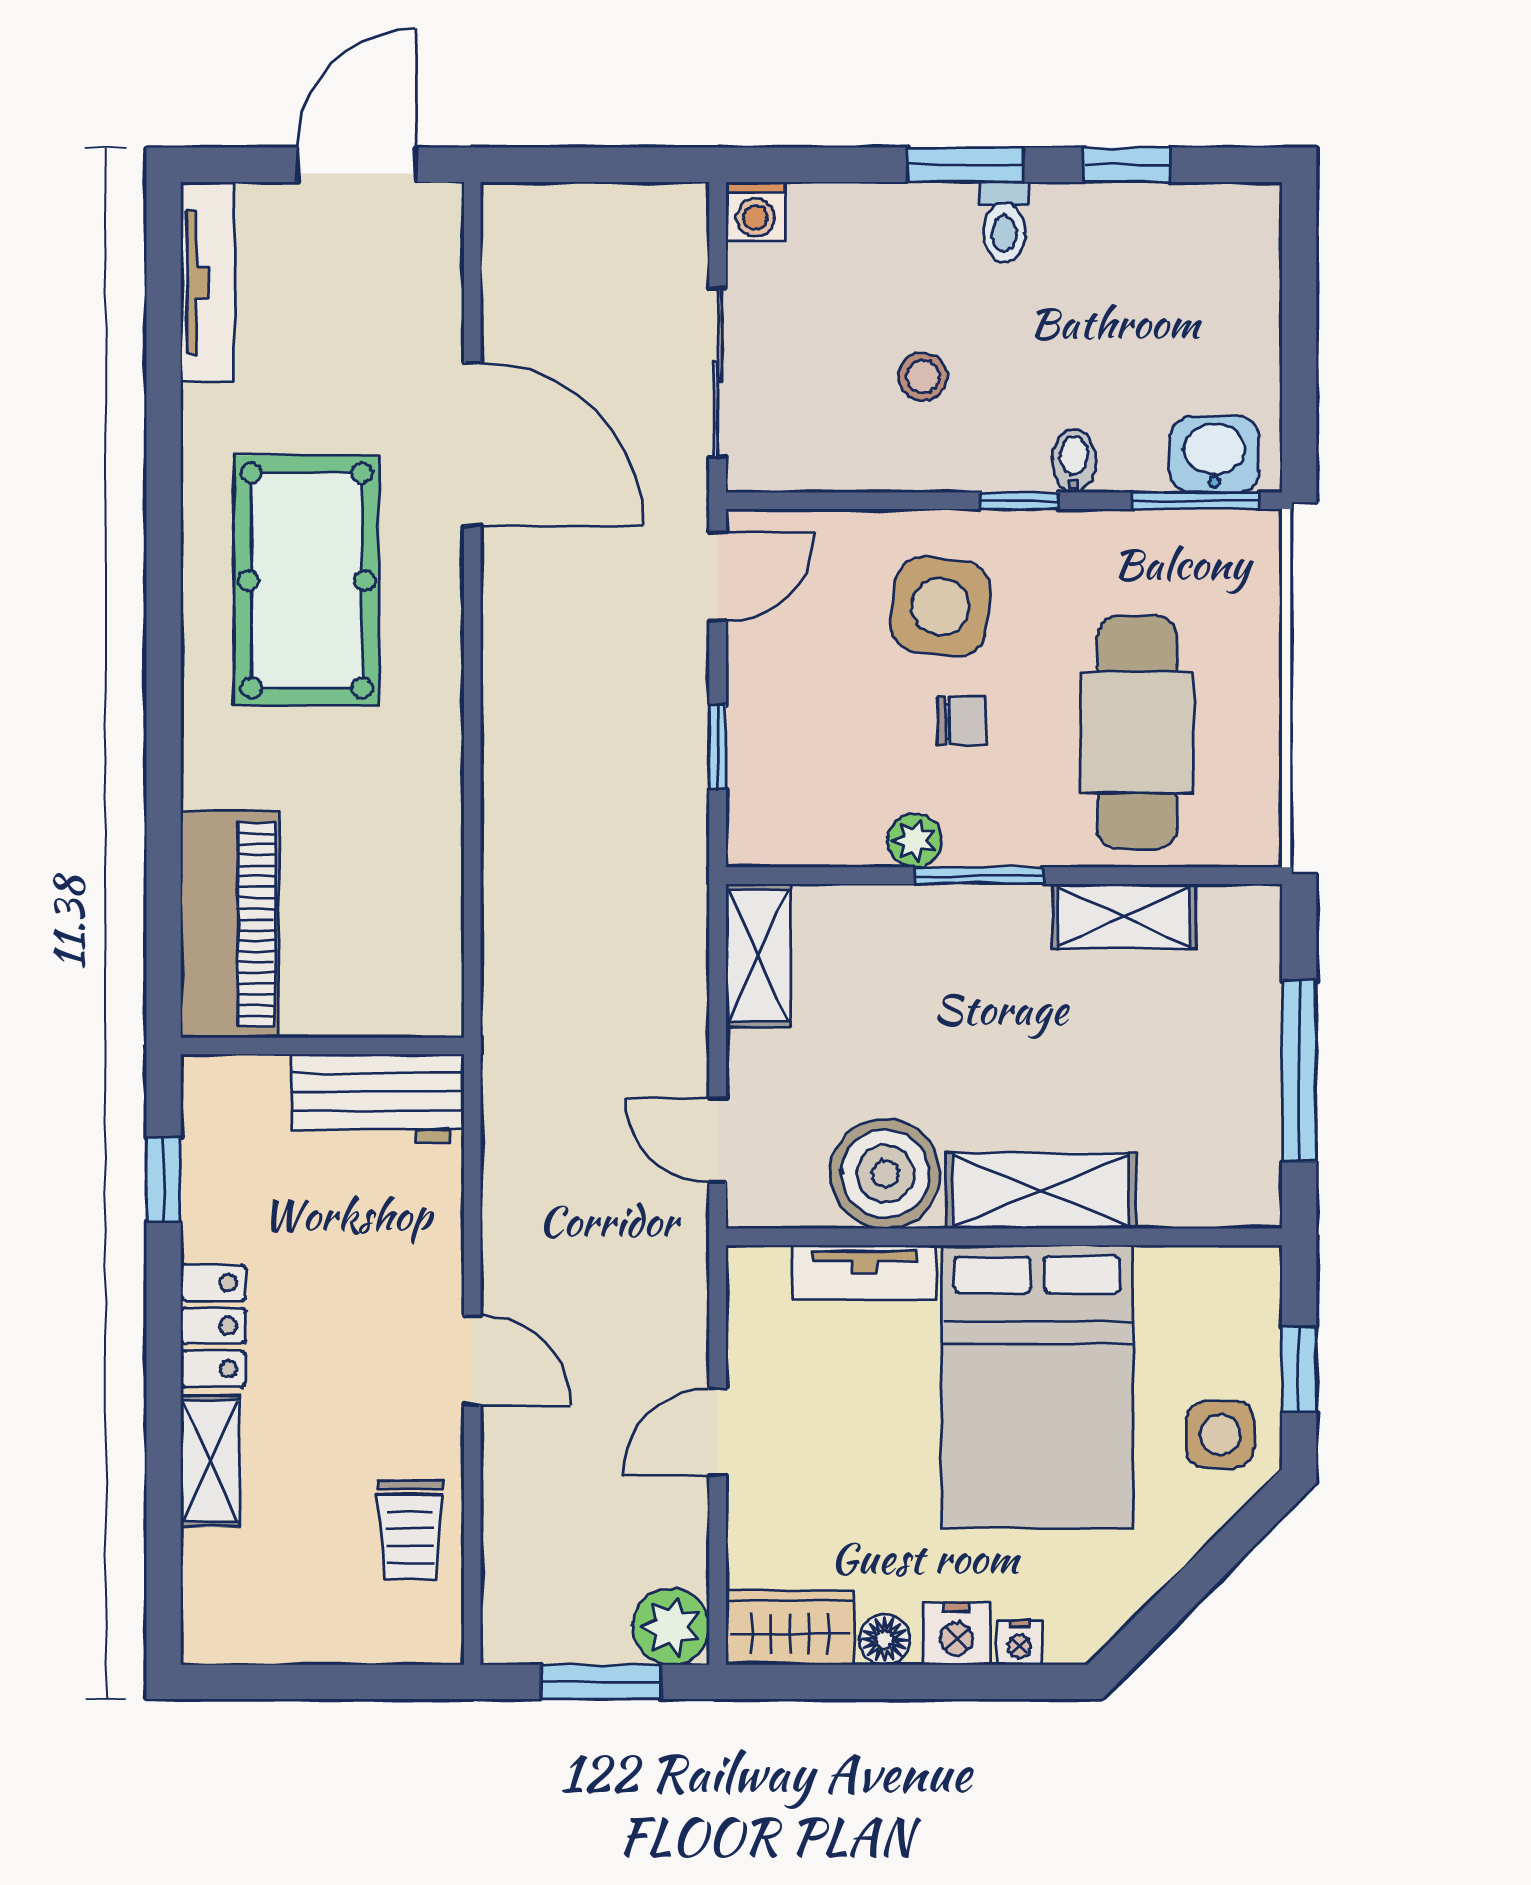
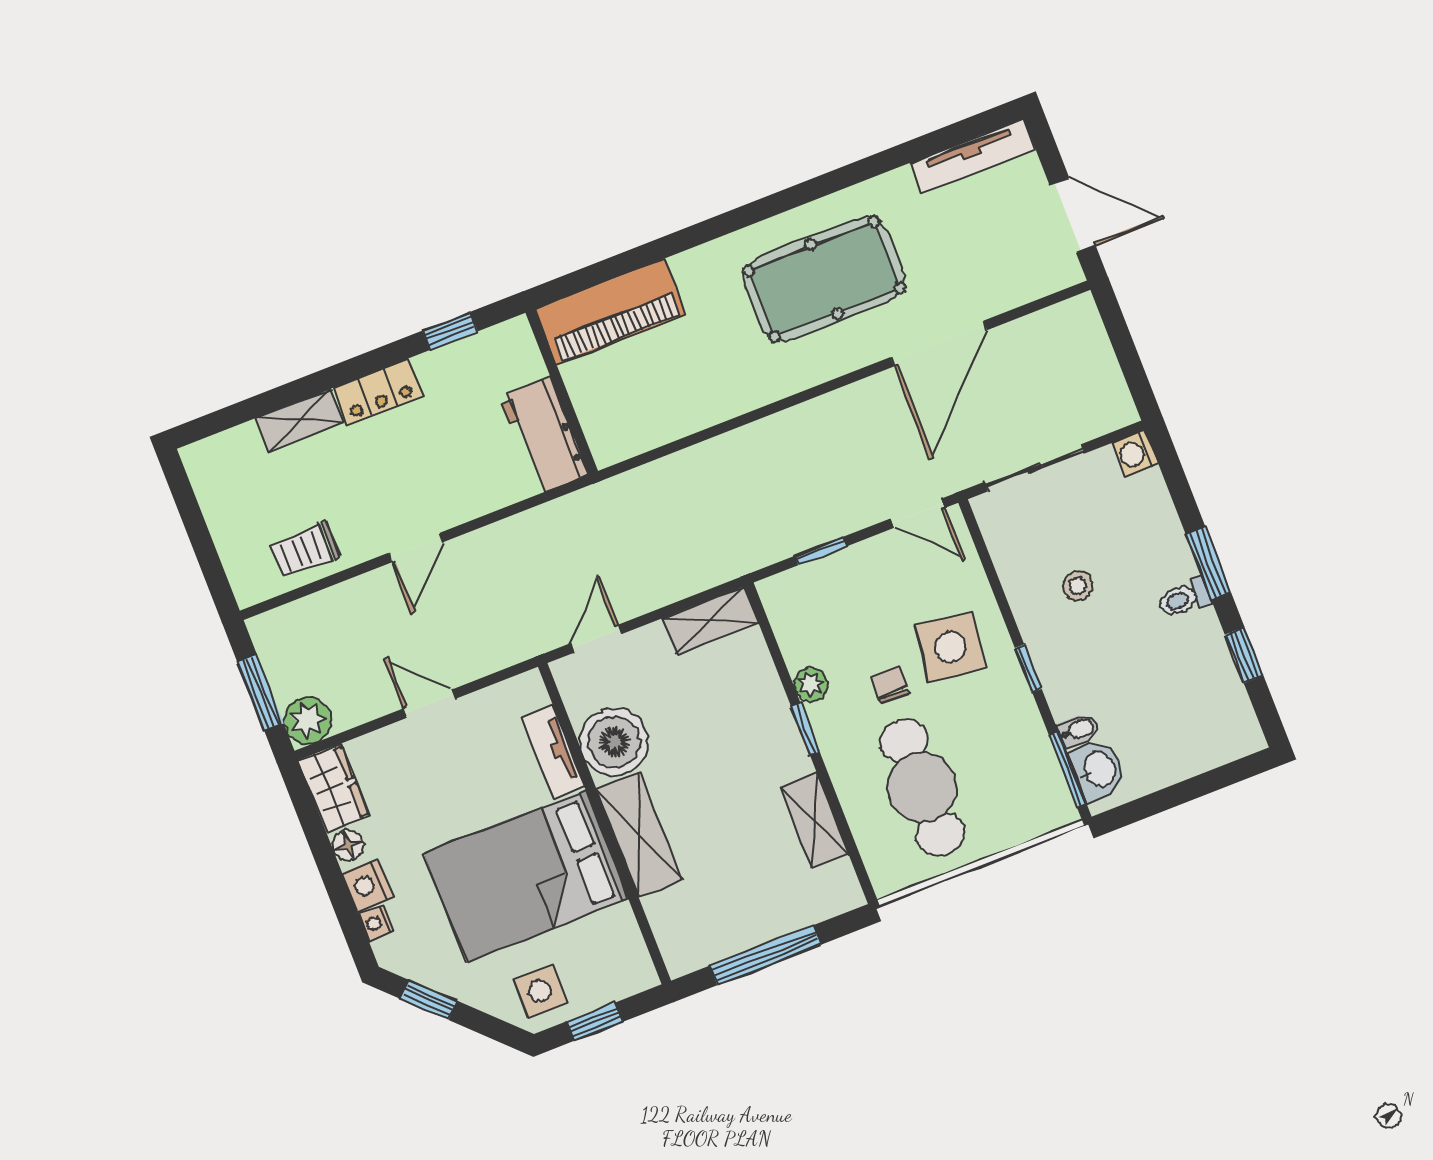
bidet: (1074, 461) -> (1079, 730), moved
chair: (962, 721) -> (890, 685), turned 180
cafe table: (1137, 733) -> (922, 787), turned 90
window: (979, 876) -> (805, 729), width x0.67
window: (1167, 1609) -> (429, 1000), added

